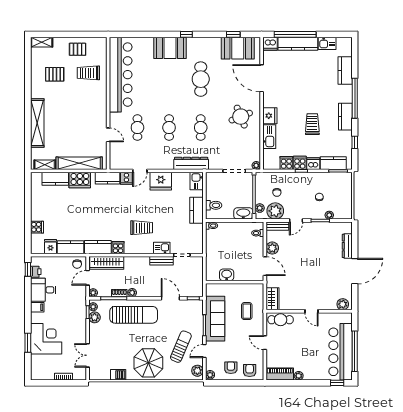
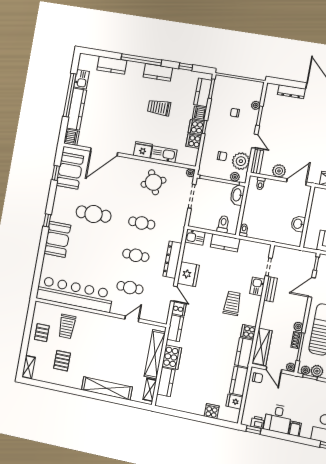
window: (295, 34) -> (70, 95), moved
round table: (241, 117) -> (153, 182), moved
dresser: (191, 163) -> (172, 260), moved

